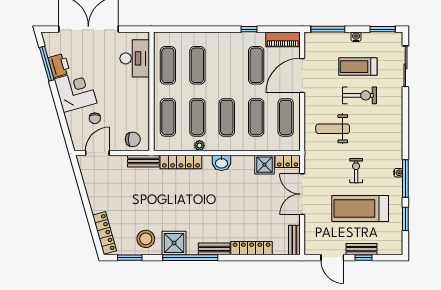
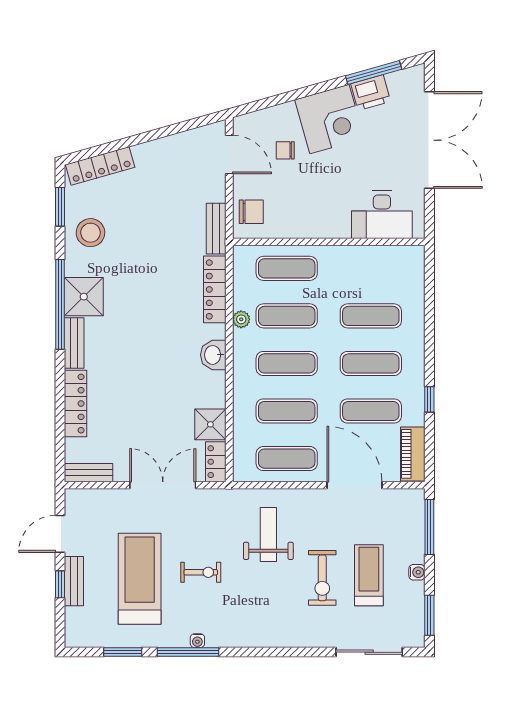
exercise mat: (168, 65) -> (371, 363), moved
chair: (133, 139) -> (251, 212), turned -90
shower: (174, 243) -> (84, 297), moved

